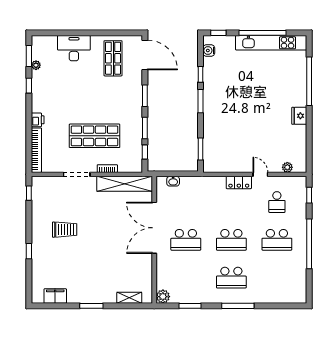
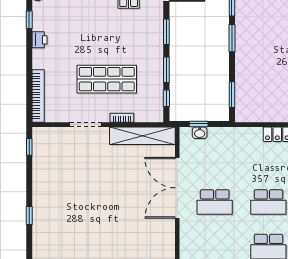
printer: (38, 120) -> (40, 40), moved
window: (172, 174) -> (199, 124), added
trolley: (65, 230) -> (71, 190), removed

